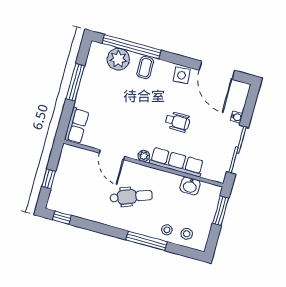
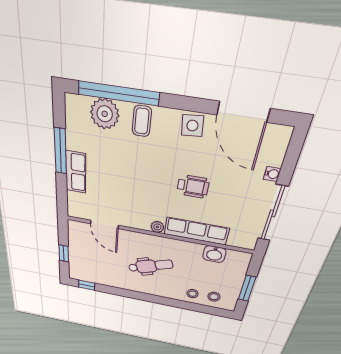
row of seats: (77, 126) -> (76, 172), moved
door: (112, 155) -> (104, 224), moved
window: (221, 211) -> (247, 288), moved
window: (147, 241) -> (173, 303), removed

